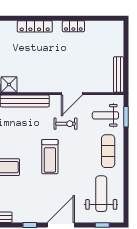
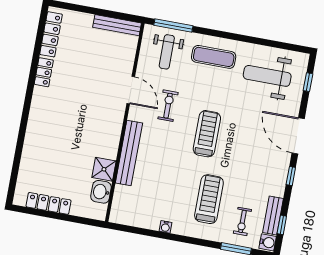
locker: (35, 26) -> (51, 34), moved
window: (126, 117) -> (173, 26), width x1.44
treadmill: (50, 157) -> (207, 134), turned -90

